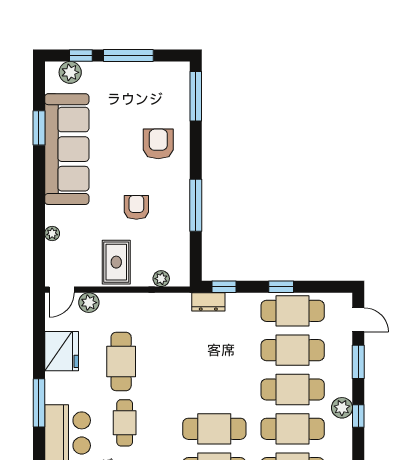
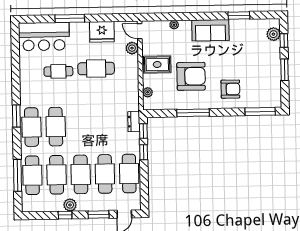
window: (128, 55) -> (284, 70), width x0.69
sofa: (67, 149) -> (210, 30), width x0.54, depth x0.79
armchair: (136, 207) -> (191, 76), width x1.88, depth x1.88
window: (281, 287) -> (144, 152), moved

